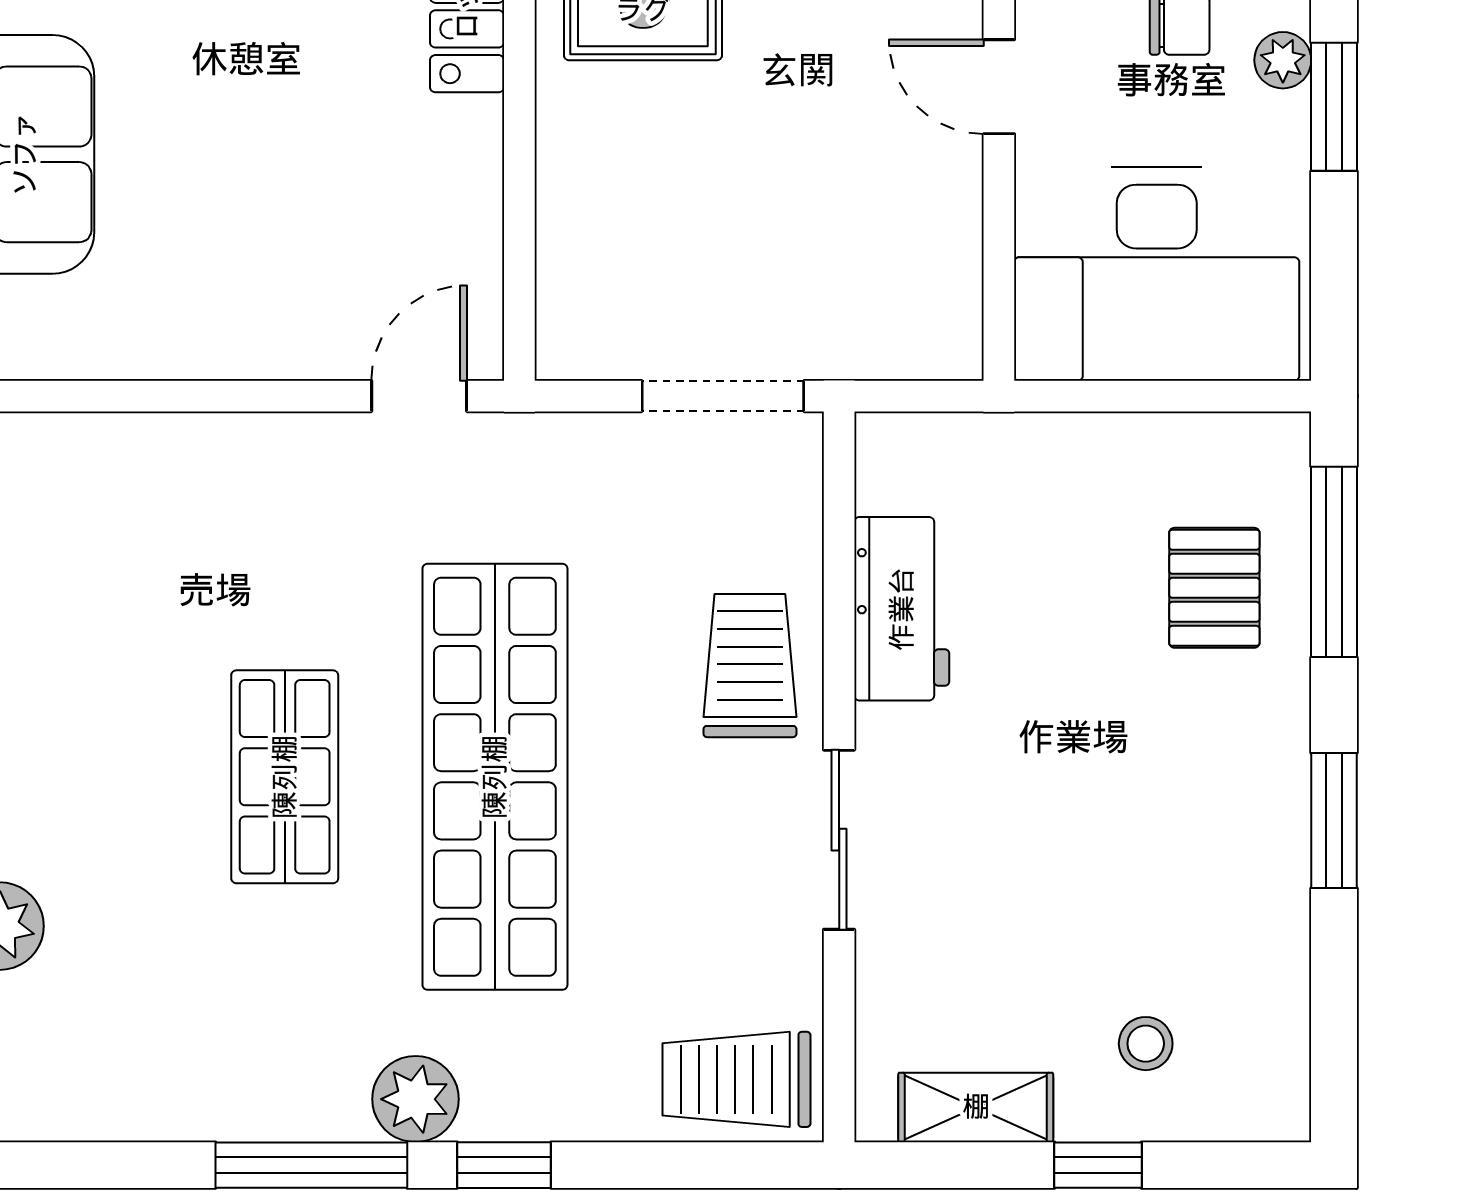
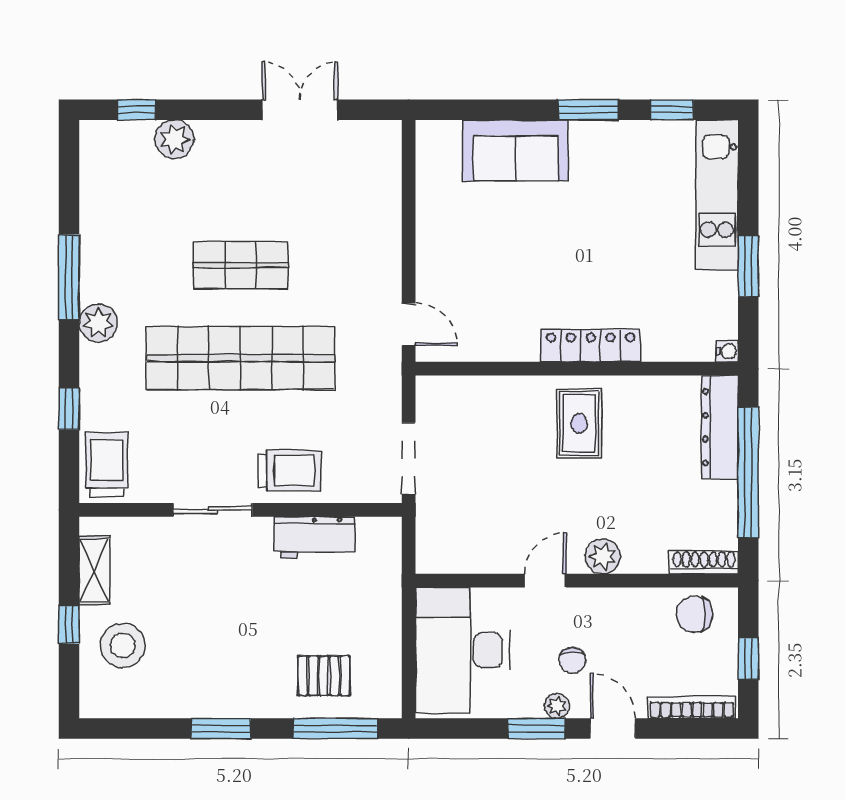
stool: (1146, 1044) -> (123, 645), width x1.89, depth x1.89
window: (504, 1165) -> (69, 409), moved

